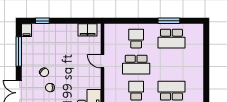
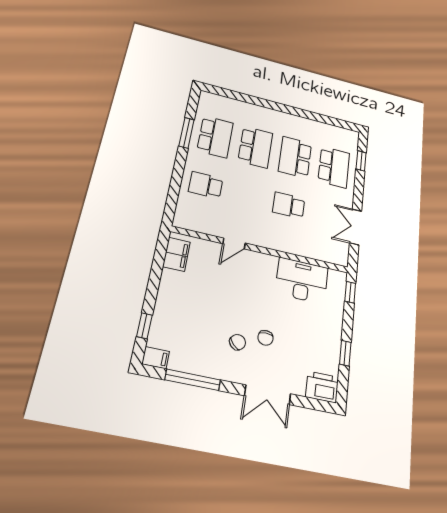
school desk: (136, 65) -> (255, 147), moved

